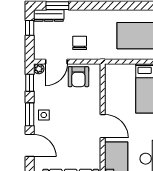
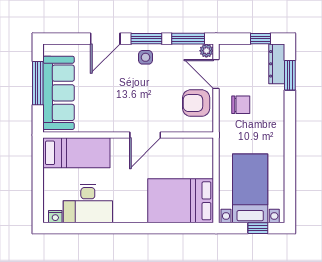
window: (30, 83) -> (188, 39), width x1.50
door: (103, 126) -> (145, 135), moved

